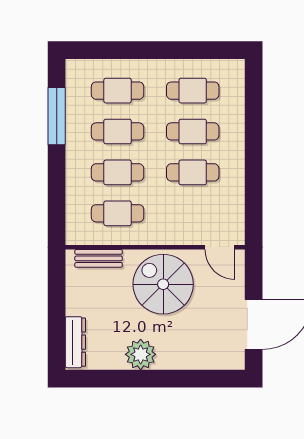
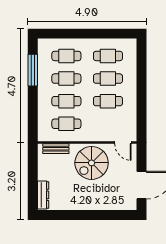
spiral stairs: (163, 284) -> (92, 163), turned -90
plant: (141, 354) -> (79, 202), removed

